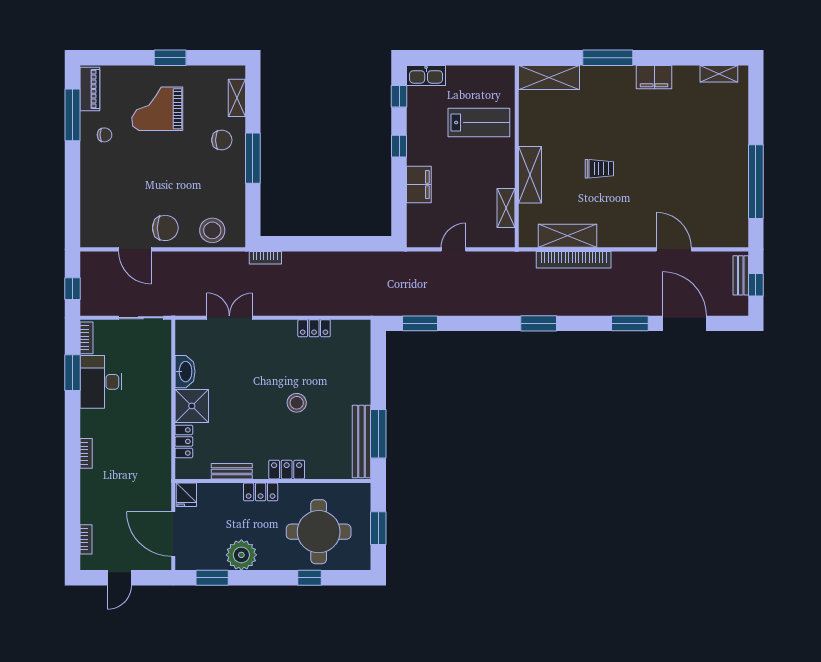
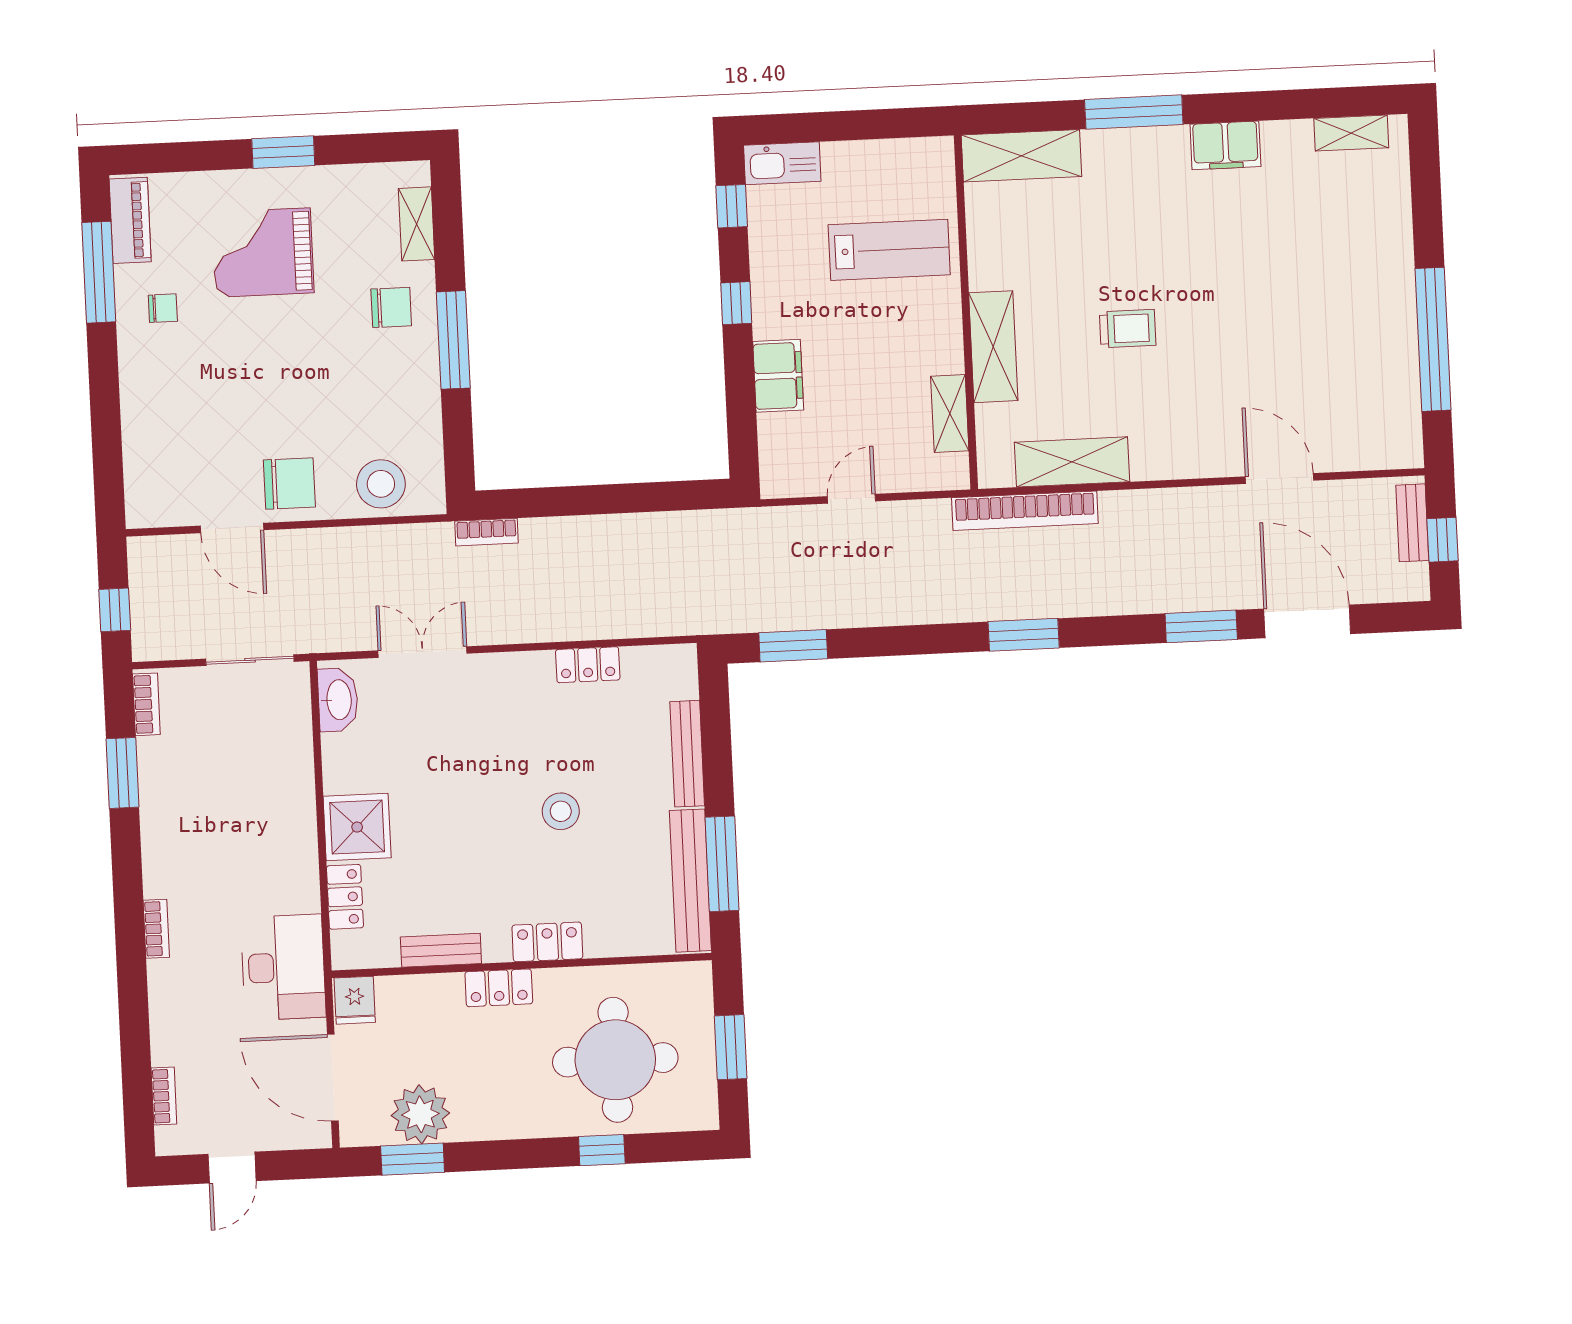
bookcase: (574, 260) -> (1025, 511), moved
washbasin: (185, 372) -> (338, 700), moved
bench: (363, 376) -> (687, 754), added
desk: (101, 382) -> (283, 967), moved, turned 180
plant: (241, 555) -> (420, 1114), moved

